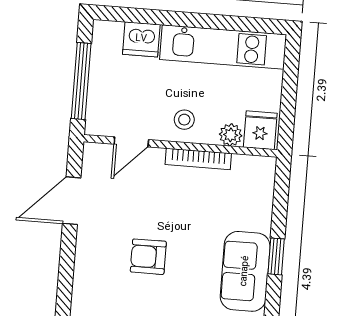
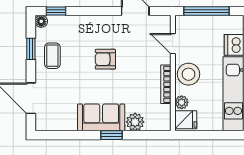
stool: (184, 120) -> (189, 74), width x1.89, depth x1.89
plant: (257, 215) -> (135, 122), added
armchair: (148, 257) -> (105, 59), turned -90

